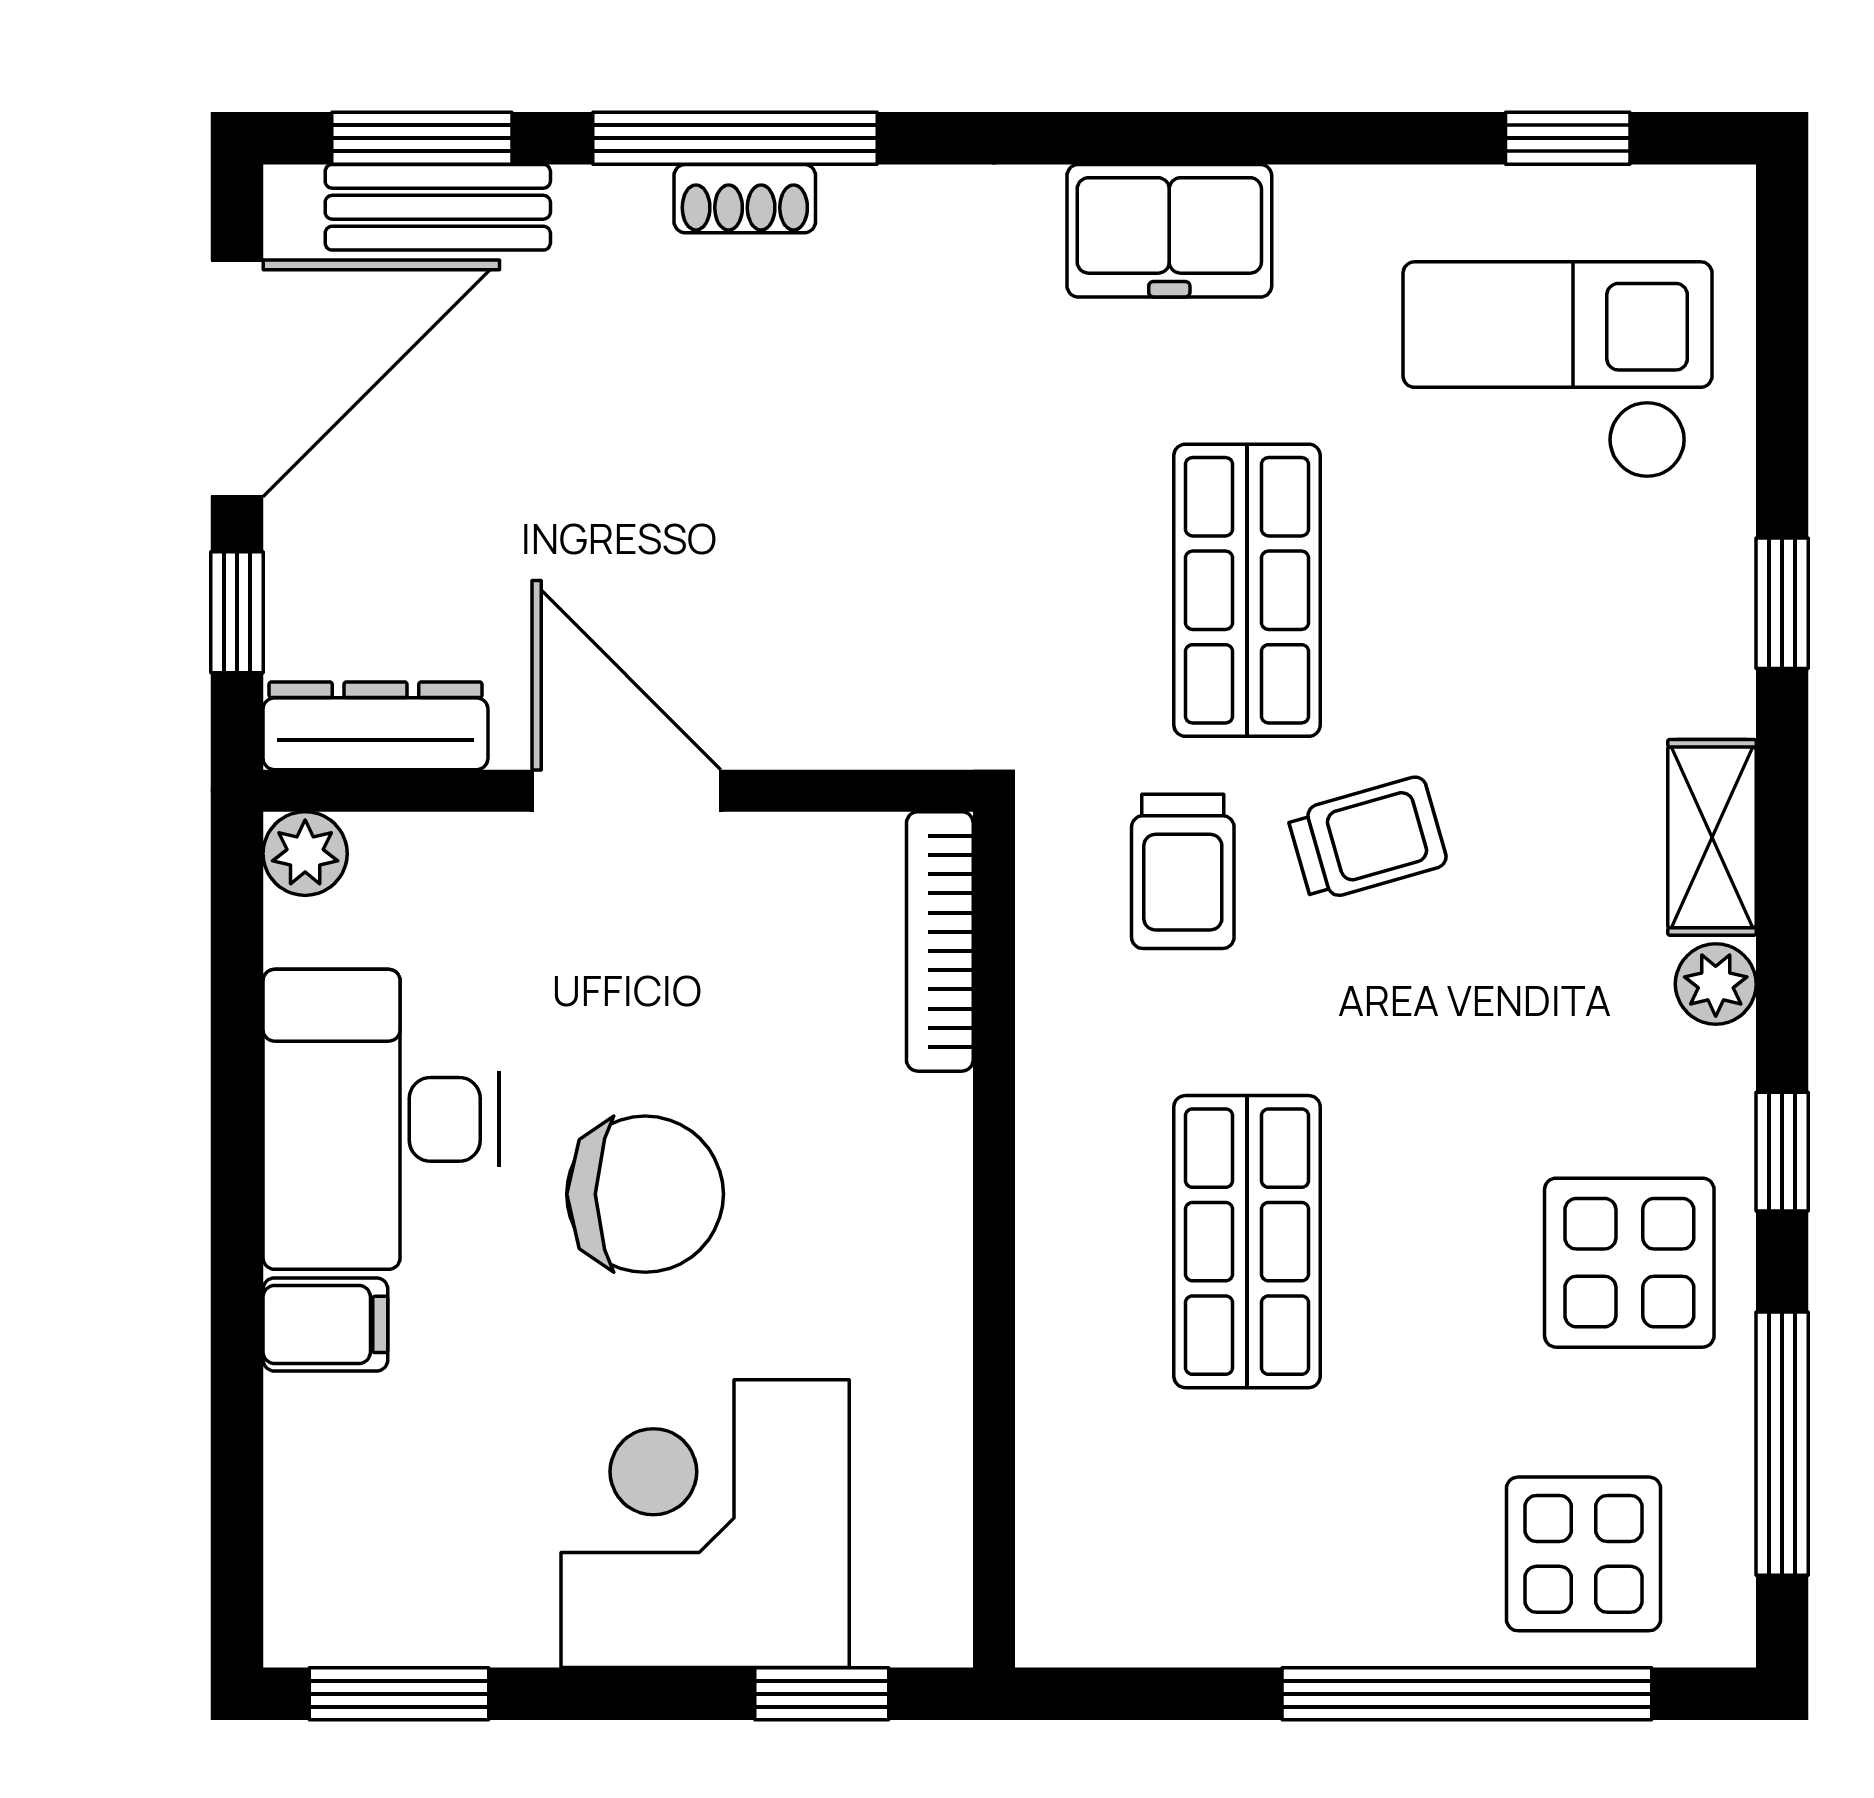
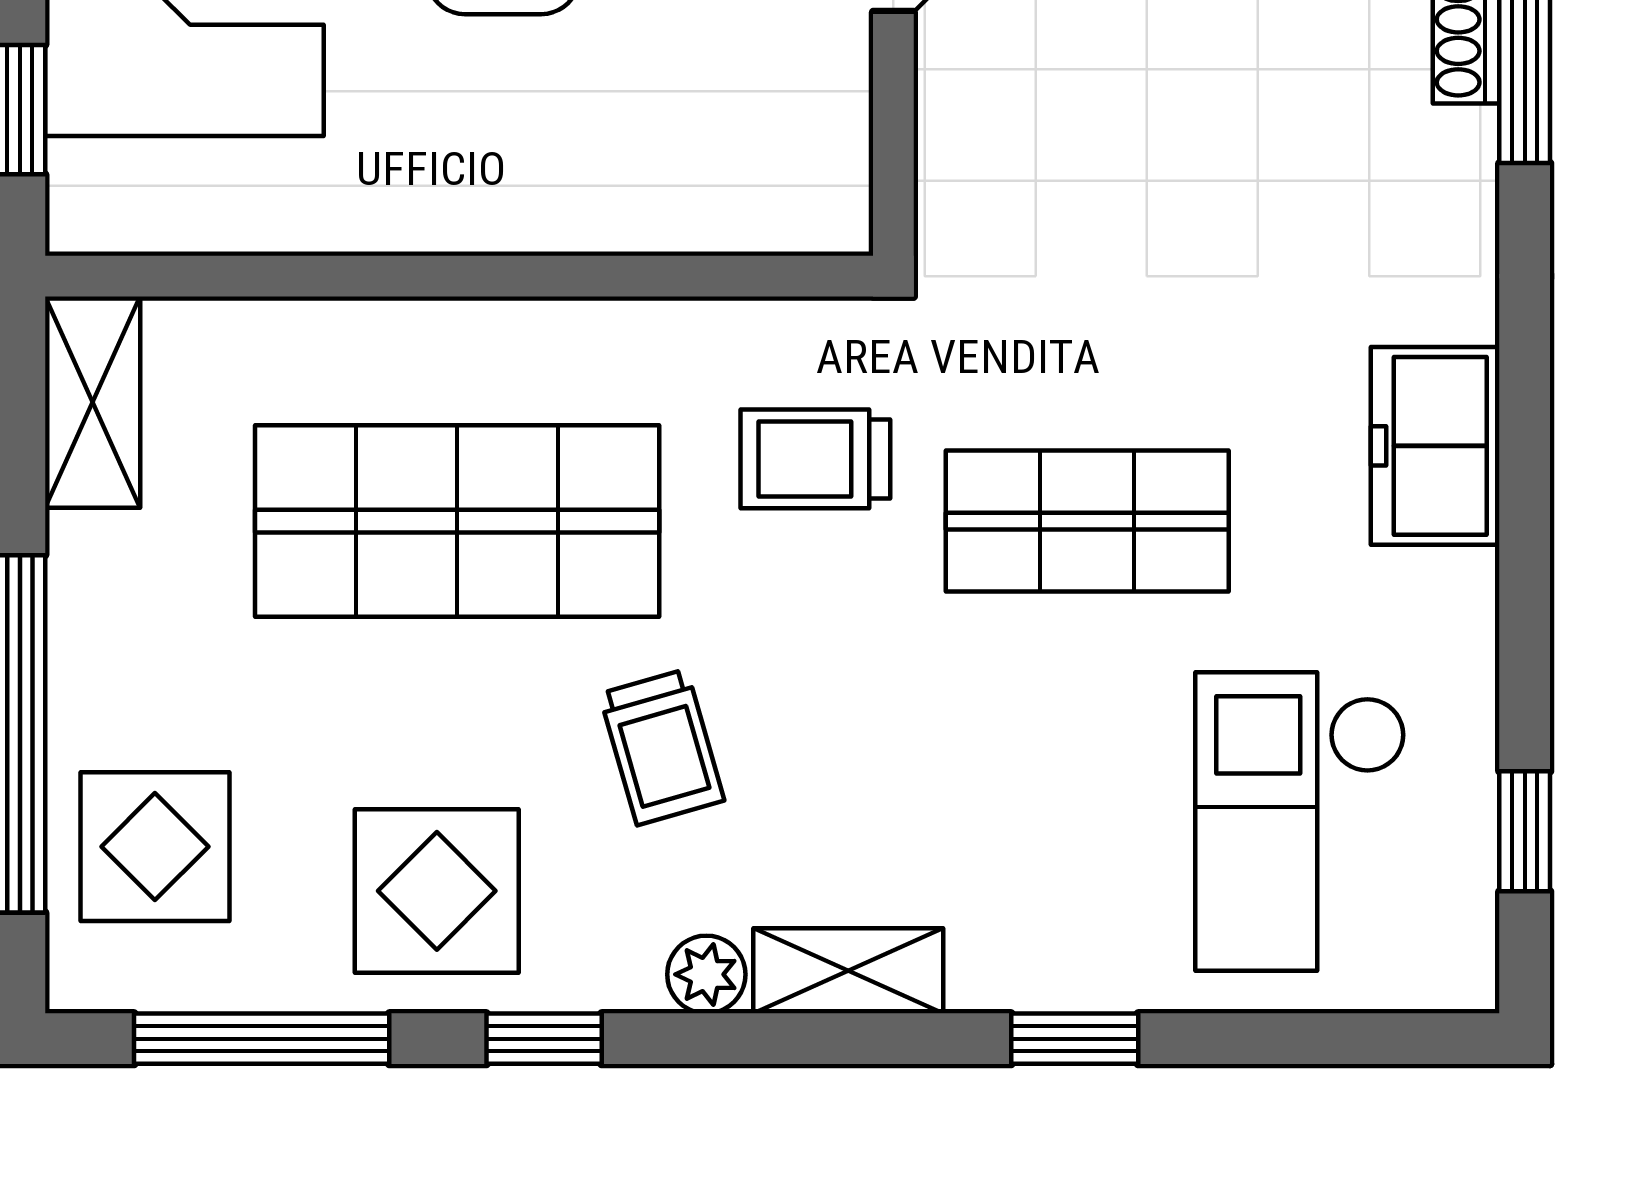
checkout: (1558, 370) -> (1300, 821), turned 180
trolley: (1367, 839) -> (662, 747), moved
bookcase: (940, 941) -> (748, 224), removed
shop shelf: (1247, 1242) -> (457, 521), width x1.43, depth x1.36
shelving: (1124, 1618) -> (93, 402), added

